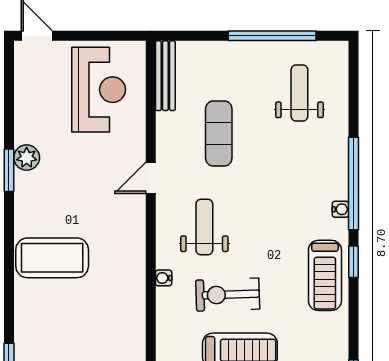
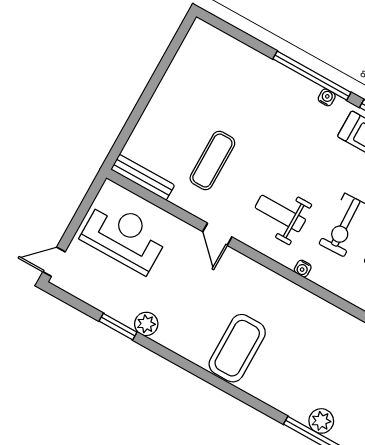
window: (272, 36) -> (158, 75), removed
weight bench: (299, 93) -> (216, 78), removed
exercise mat: (219, 134) -> (212, 161), turned 90
window: (9, 170) -> (118, 327), moved

